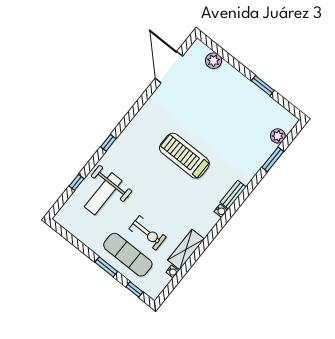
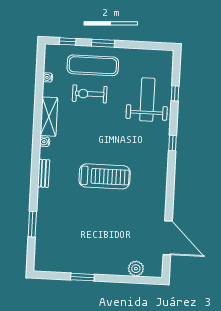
plant: (278, 136) -> (42, 246), removed
water cooler: (221, 211) -> (45, 142), moved
shelving: (186, 249) -> (49, 117), moved

